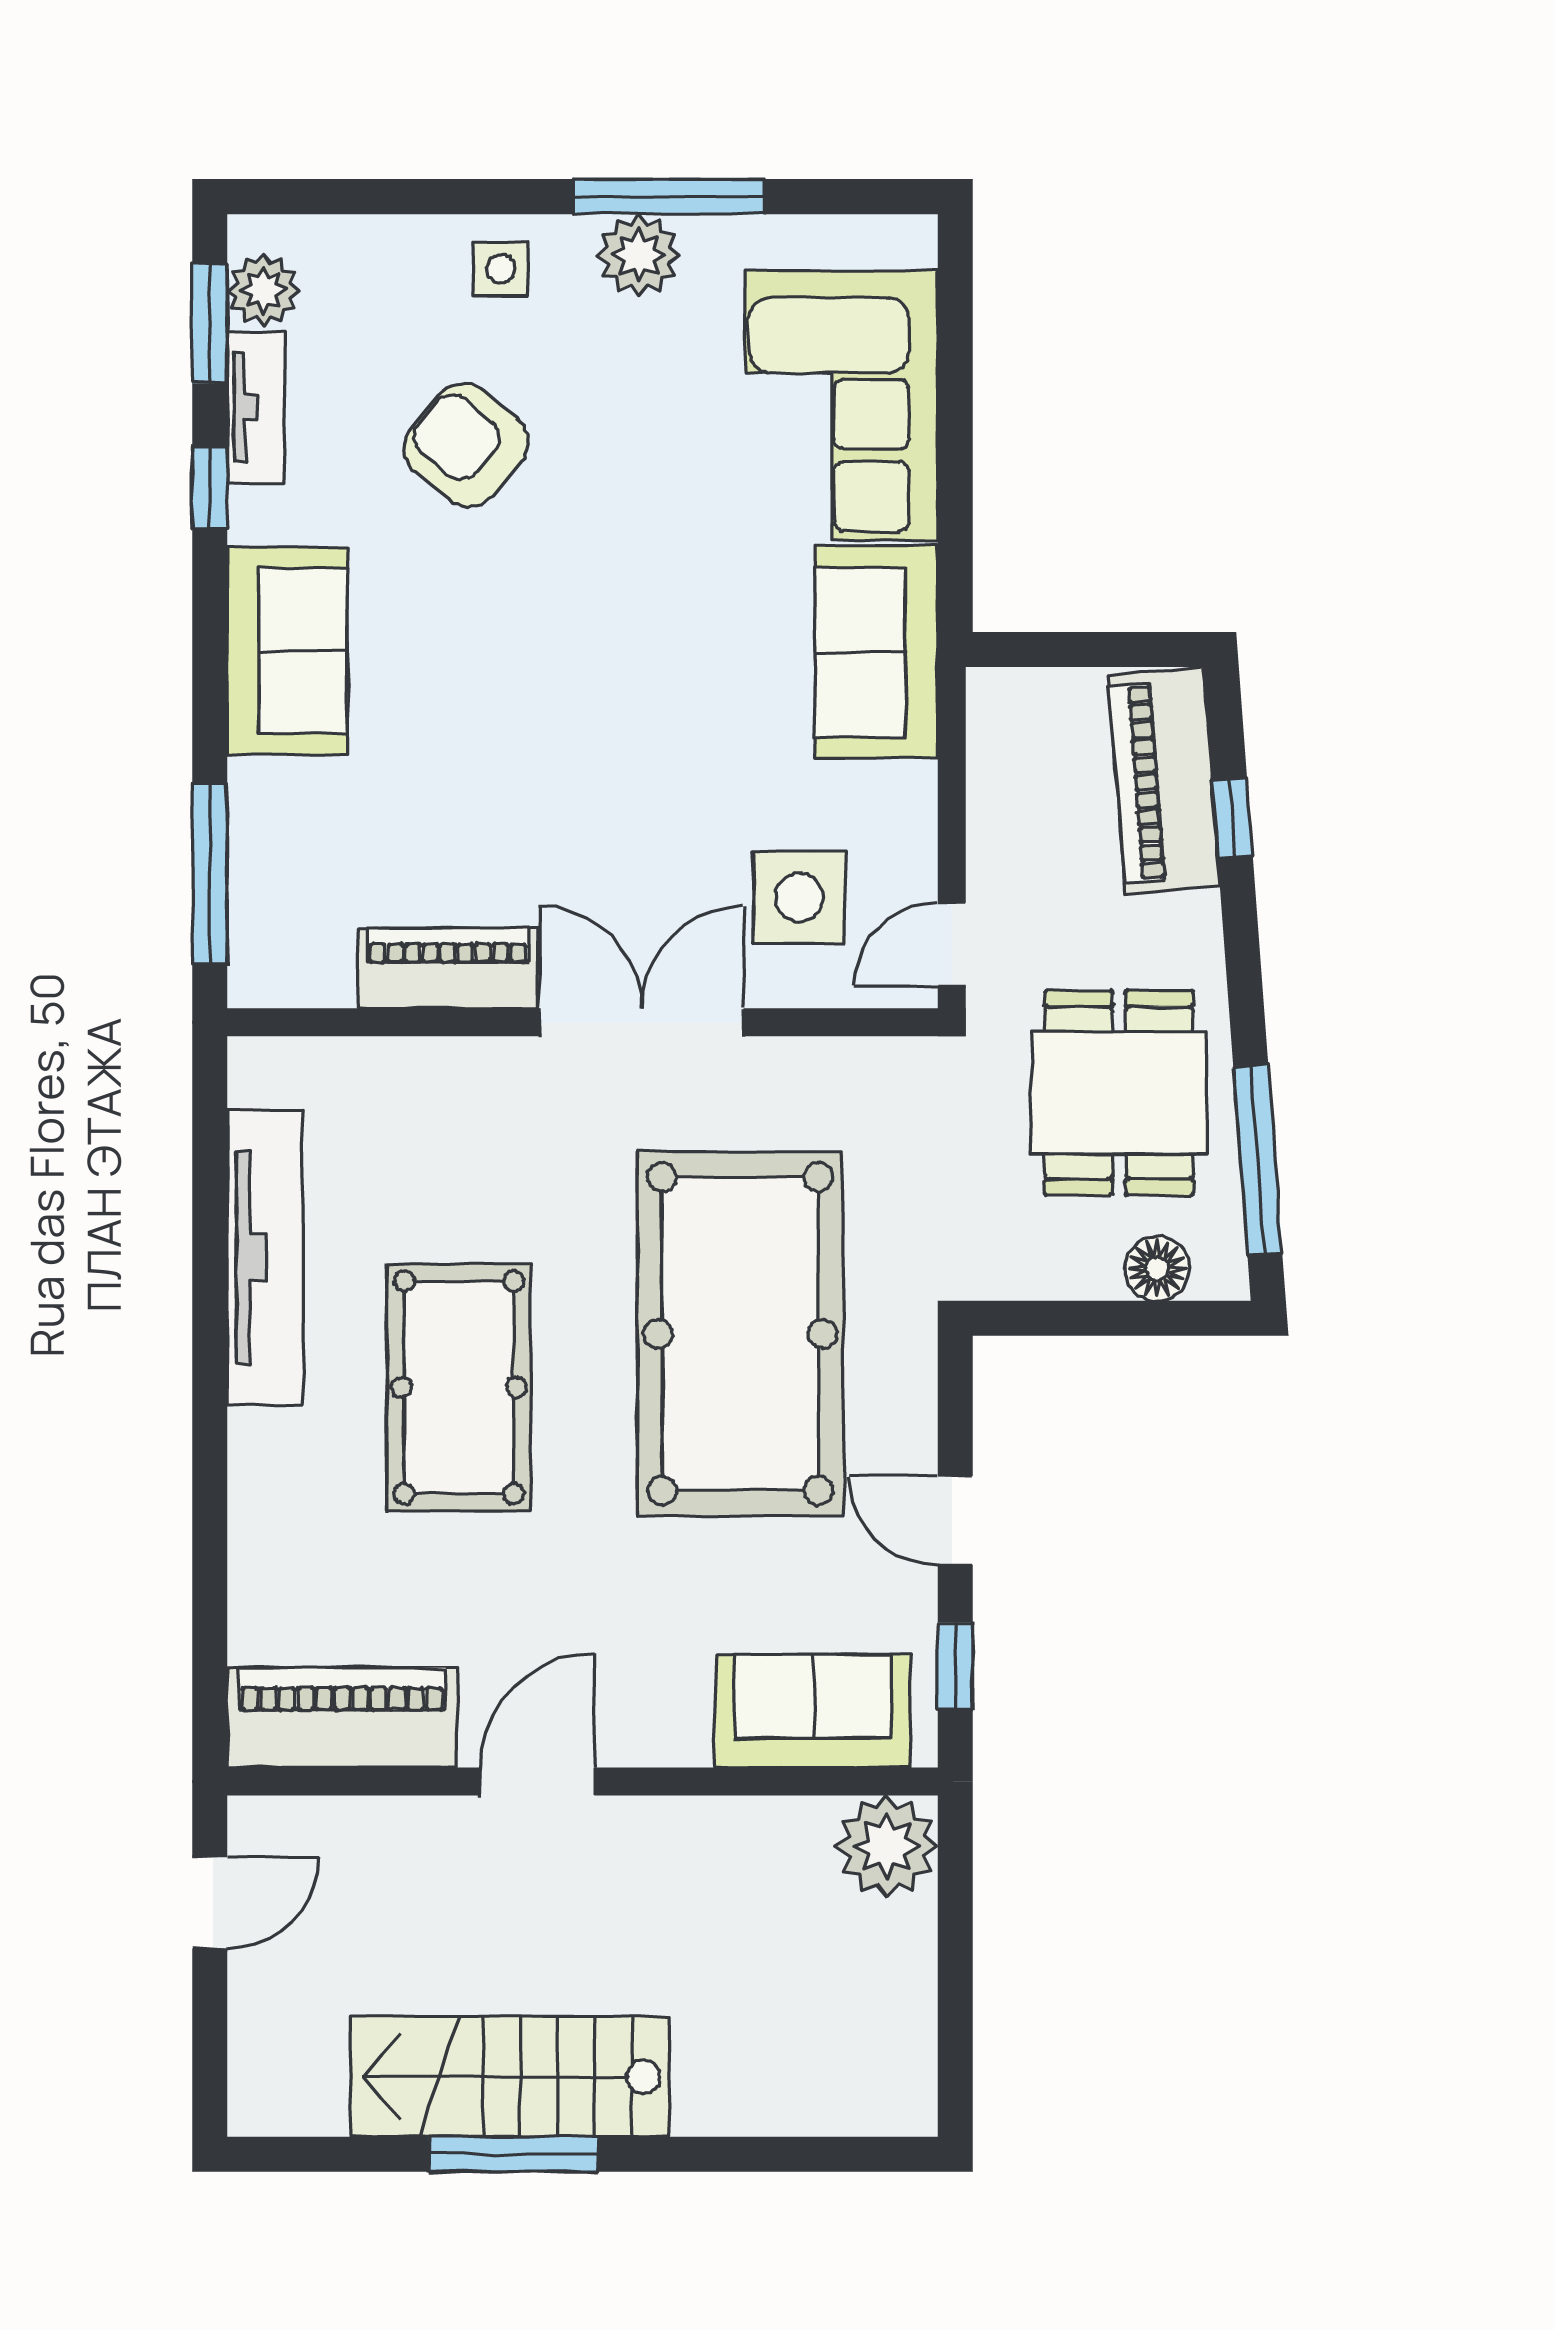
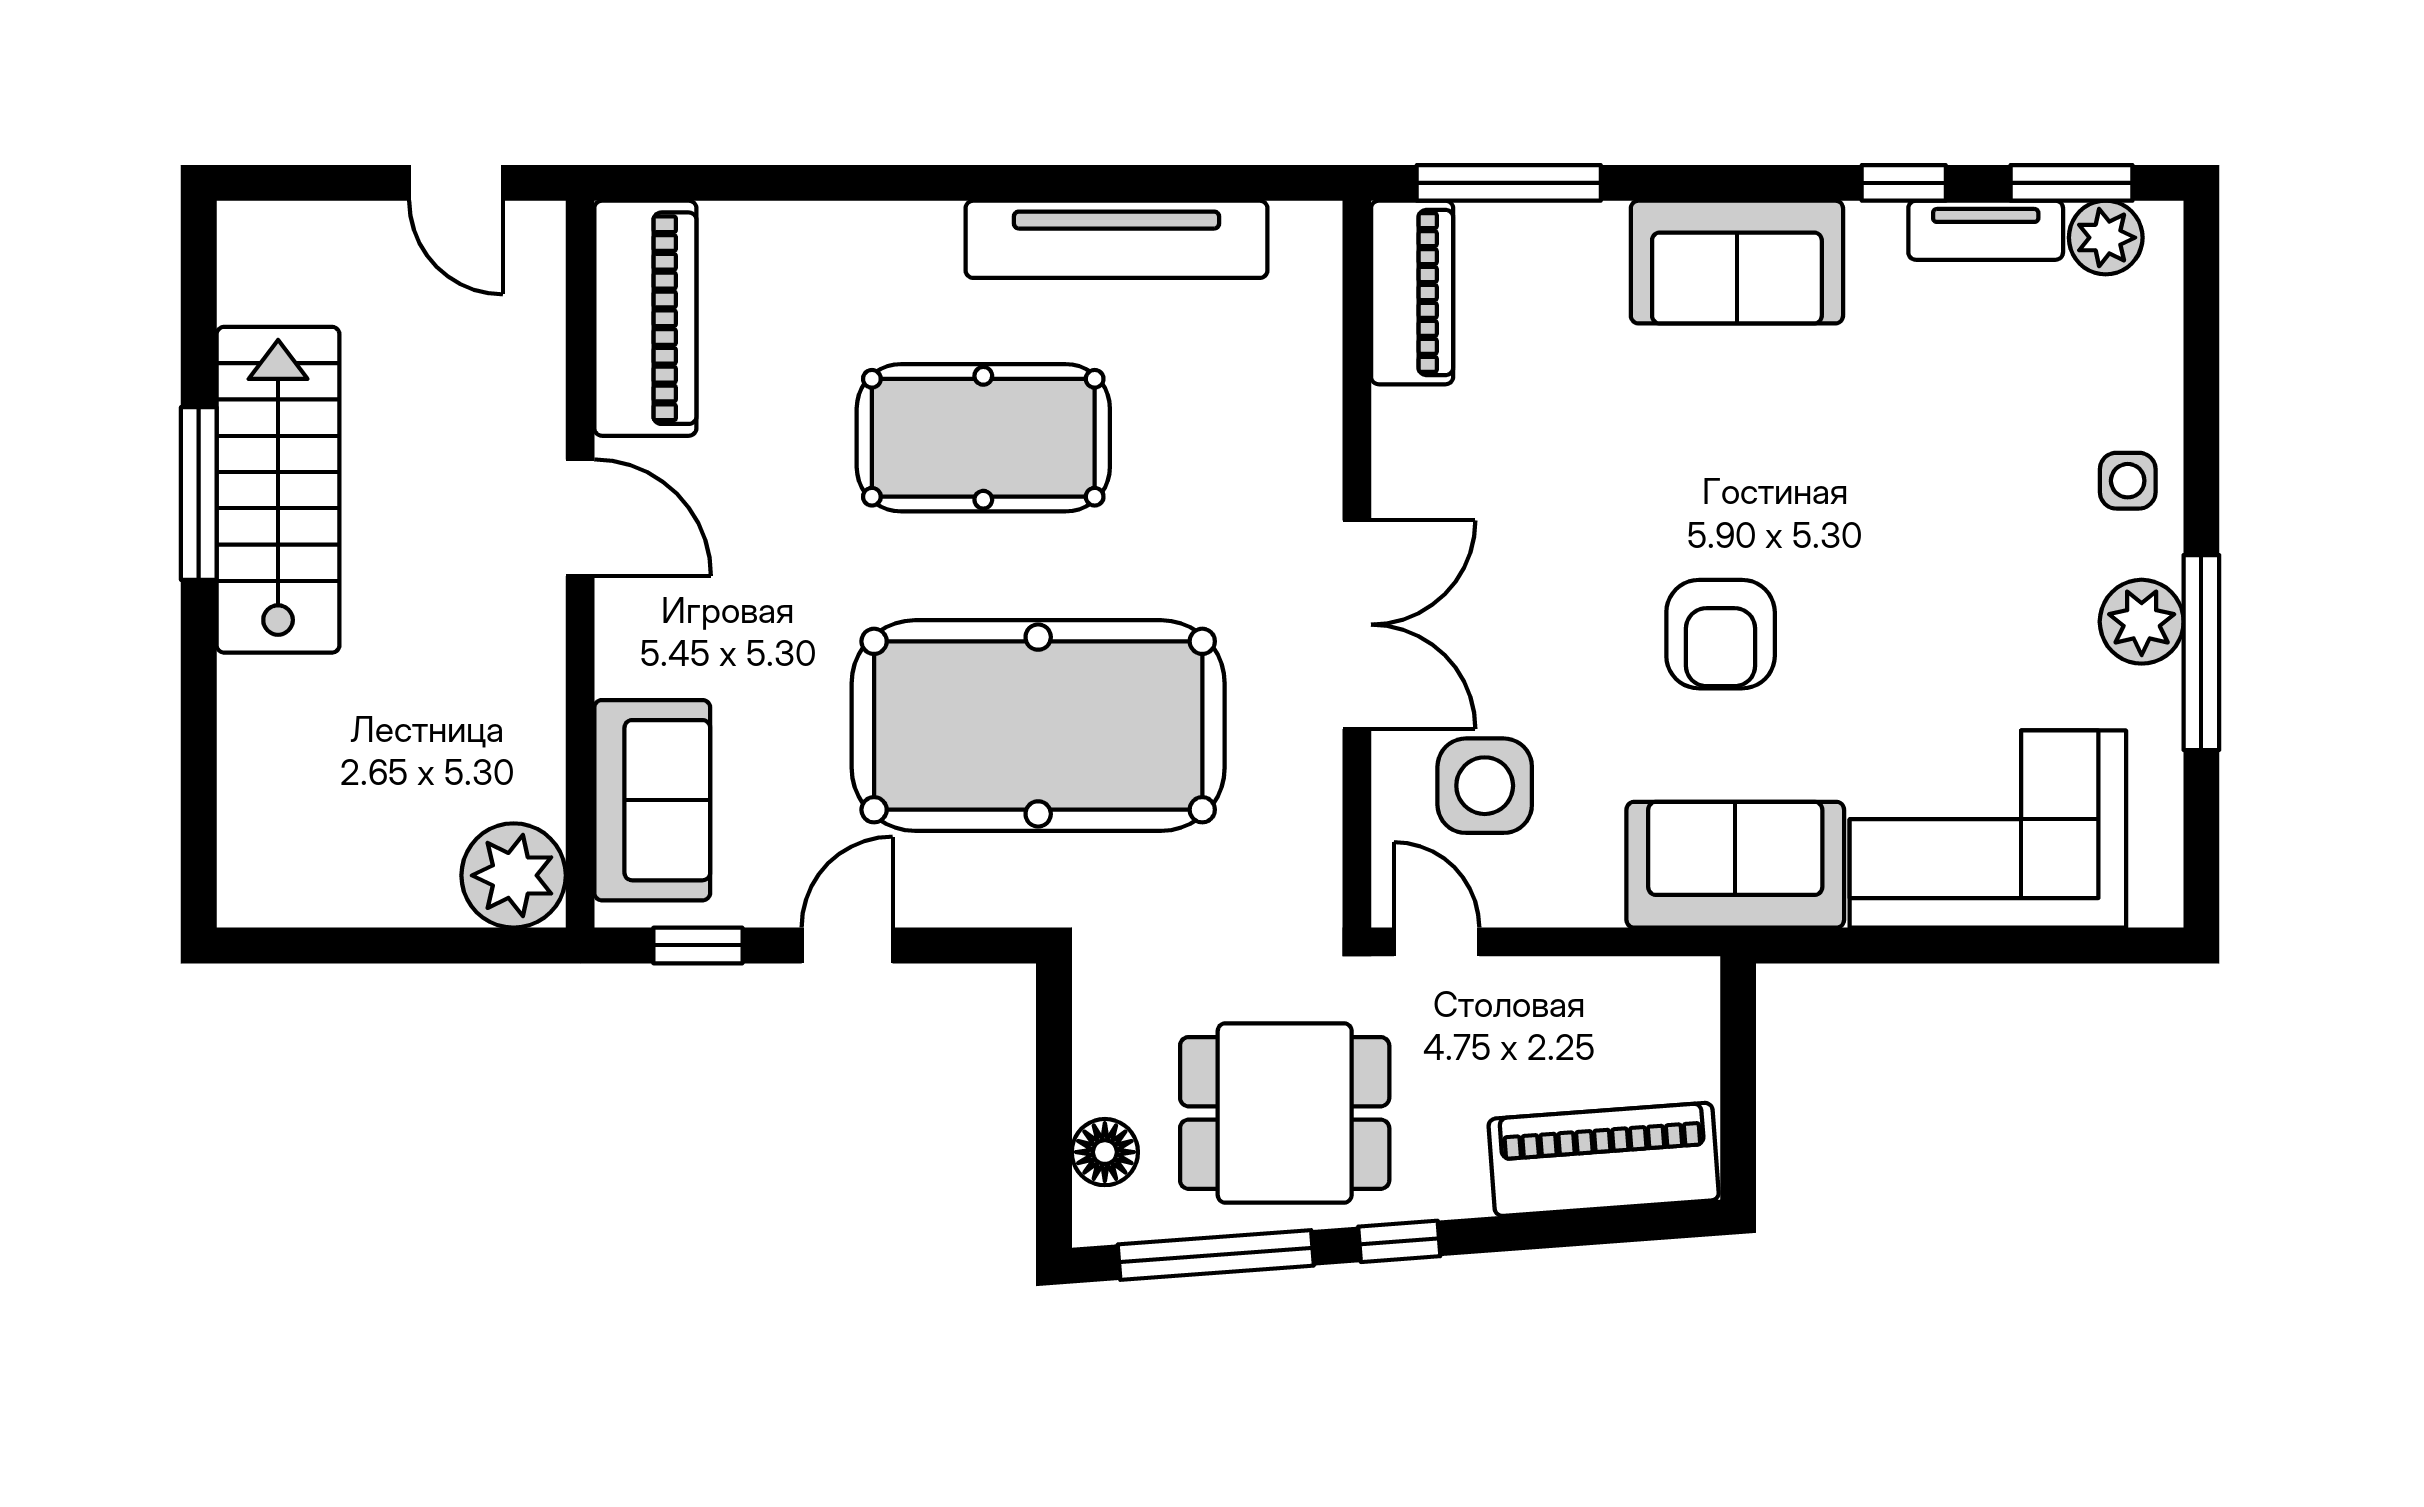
armchair: (466, 445) -> (1721, 634), moved, turned 140
window: (1232, 818) -> (1399, 1241), moved
piano: (448, 968) -> (1412, 292), moved

